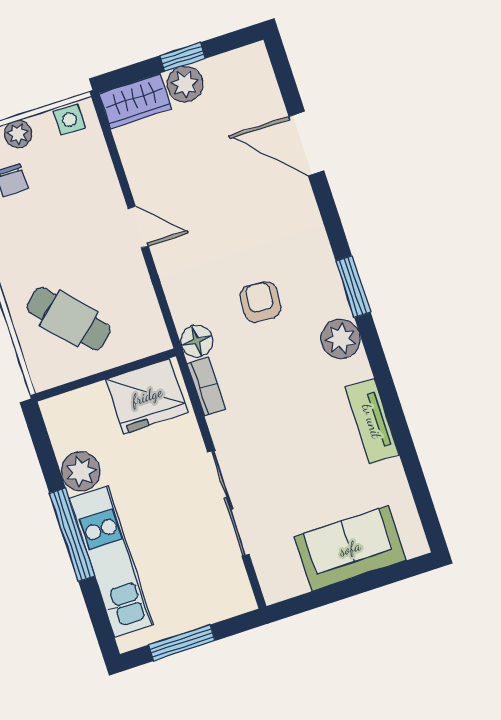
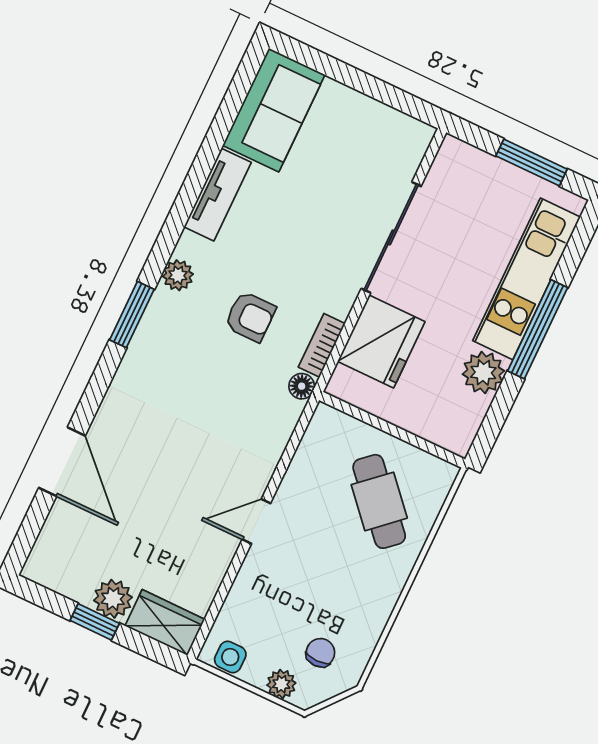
door: (138, 227) -> (256, 521), hinge flipped
armchair: (260, 302) -> (250, 317), moved, turned -95
plant: (341, 339) -> (178, 275), width x0.73, depth x0.73
floor lamp: (197, 341) -> (302, 386), width x0.73, depth x0.73
fridge: (147, 396) -> (381, 342), moved, turned 90
sofa: (350, 548) -> (274, 110), moved, turned -90

